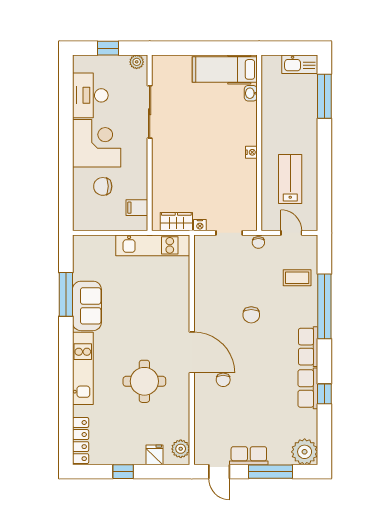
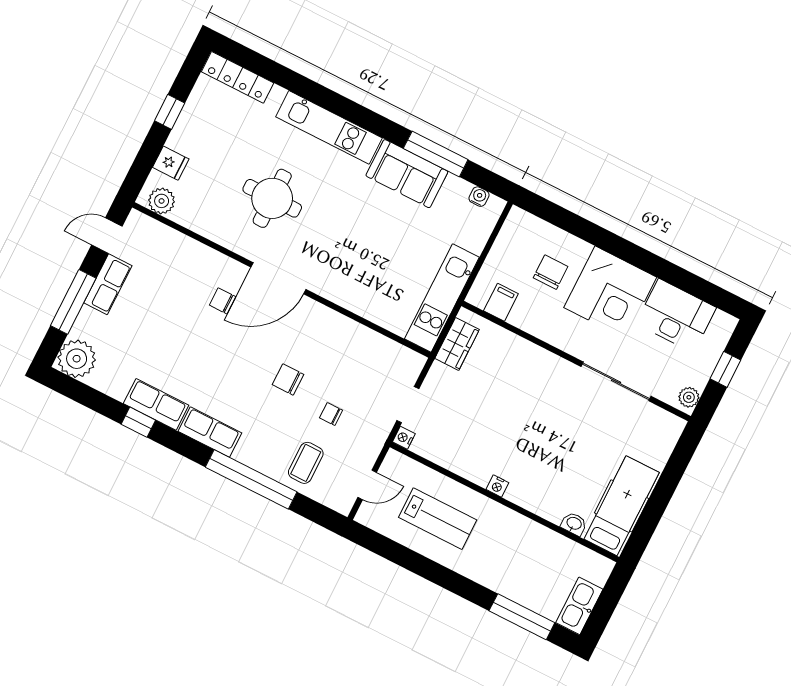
nightstand: (200, 225) -> (404, 438), moved
chair: (258, 242) -> (331, 414), moved
water cooler: (79, 254) -> (479, 197), added

